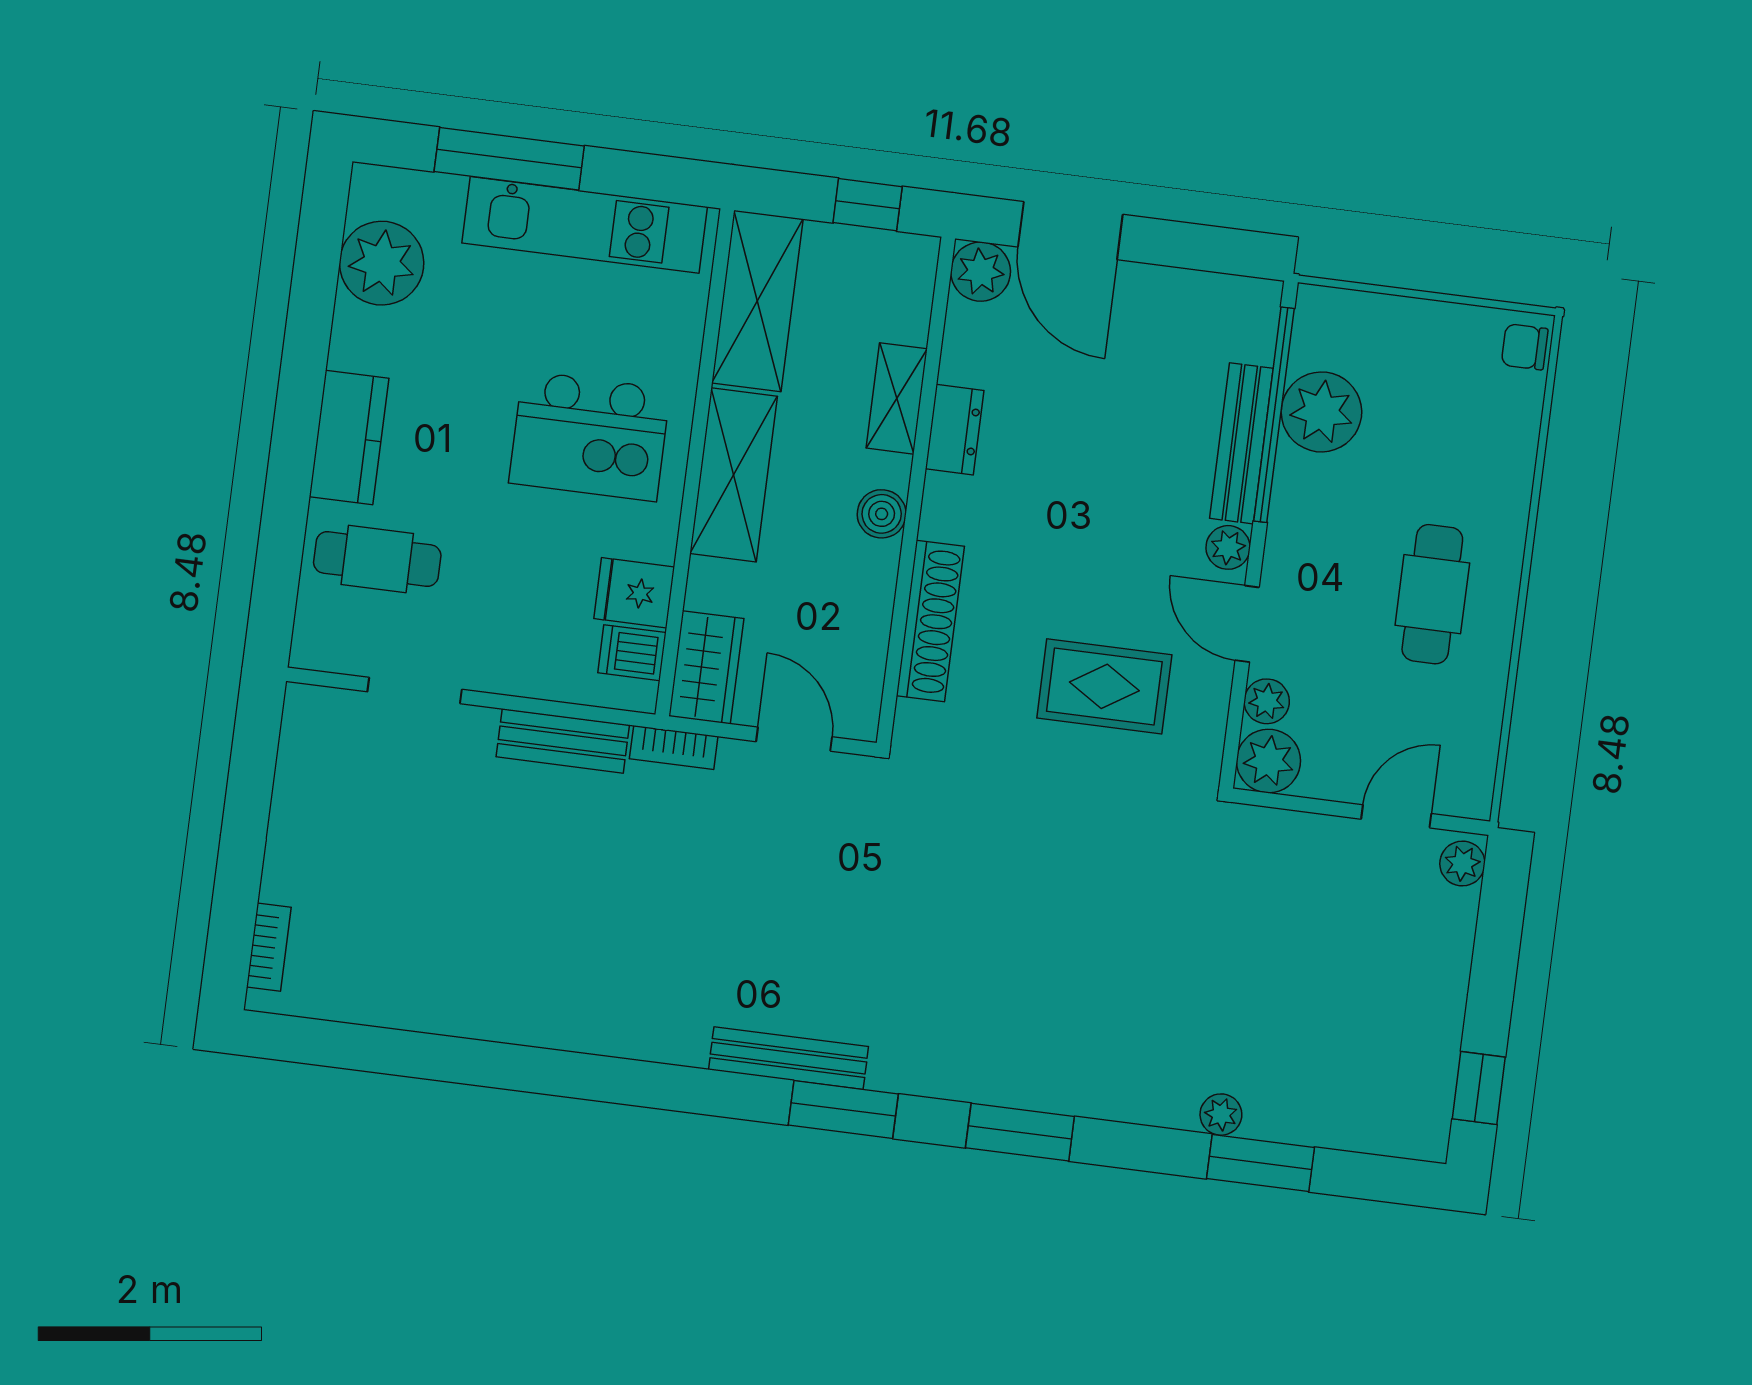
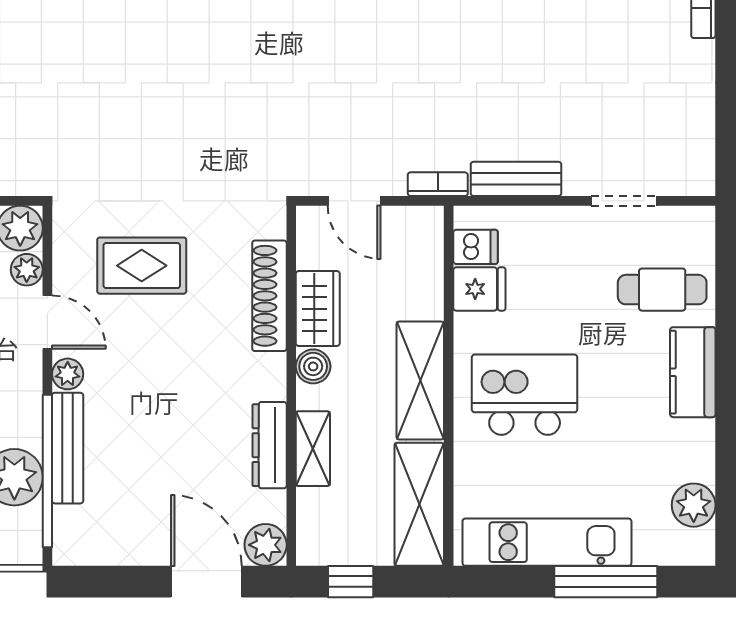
plant: (382, 263) -> (694, 505), width x0.73, depth x0.73
dresser: (955, 430) -> (270, 445), width x1.44
wardrobe: (706, 667) -> (318, 309), moved, turned 180

